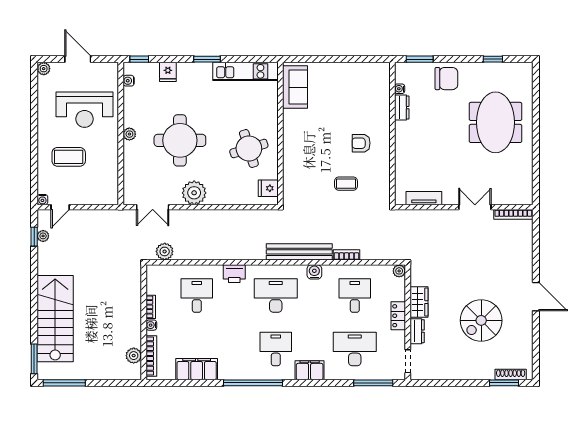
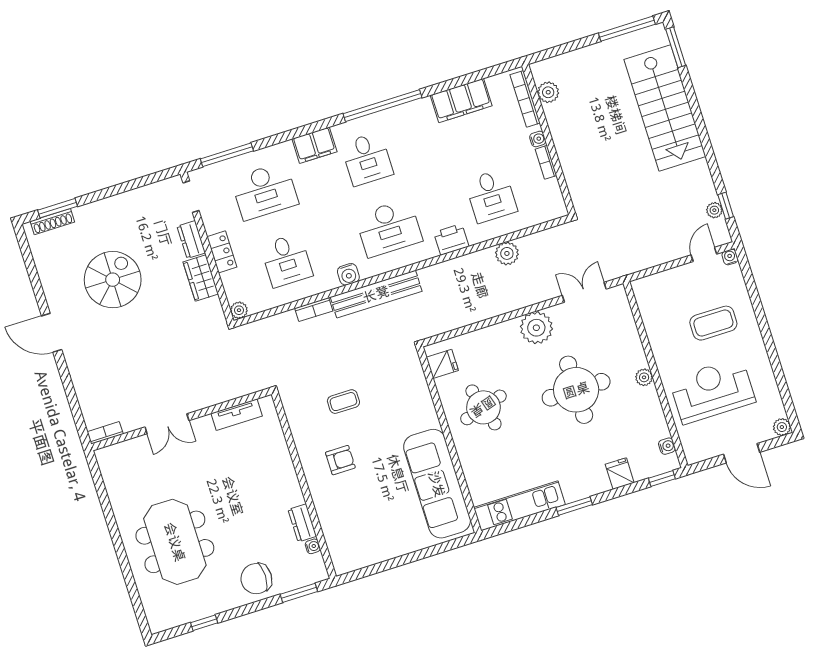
sofa: (295, 87) -> (437, 484), width x1.85, depth x1.27
bookcase: (513, 214) -> (105, 433), width x0.64
plant: (165, 251) -> (507, 253), moved

